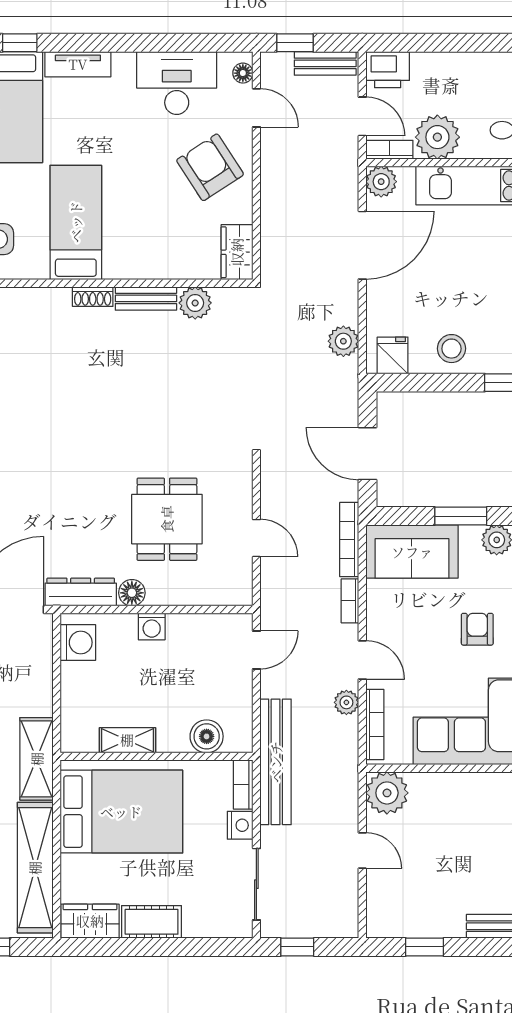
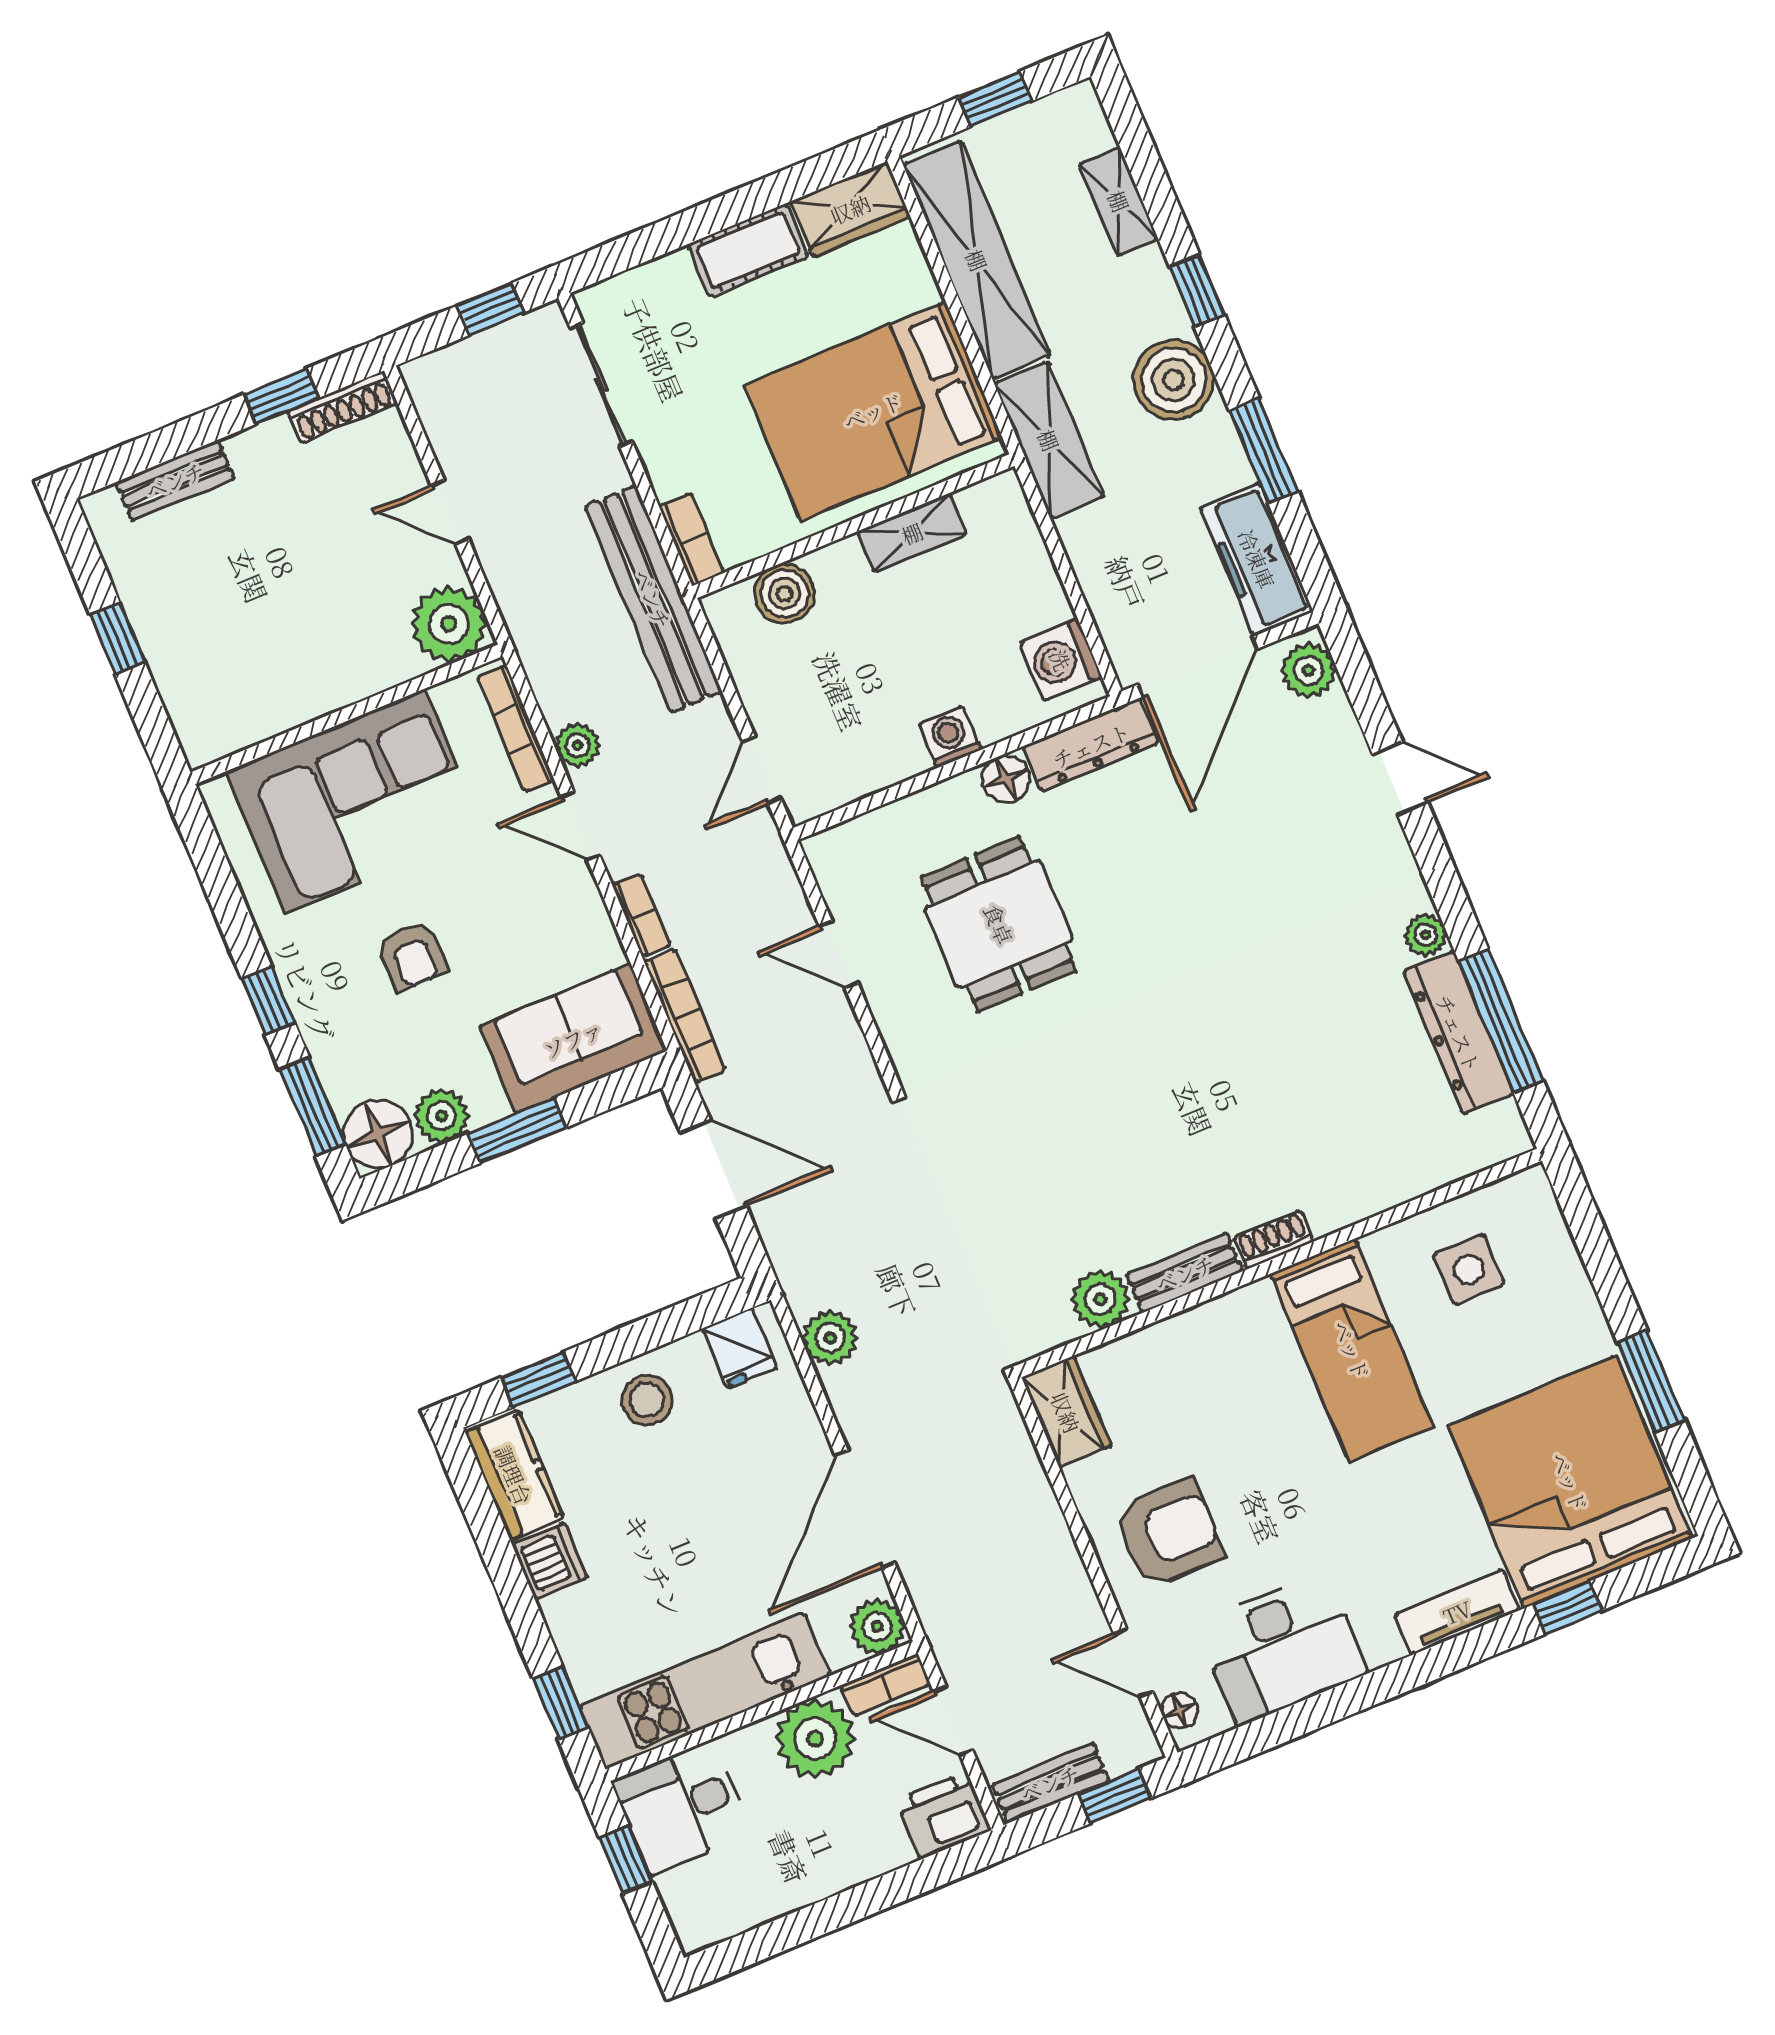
armchair: (210, 167) -> (1169, 1533), turned -57
nightstand: (240, 825) -> (668, 470), removed
shoe rack: (395, 928) -> (343, 407), added

